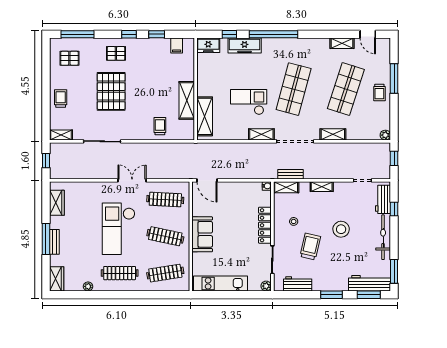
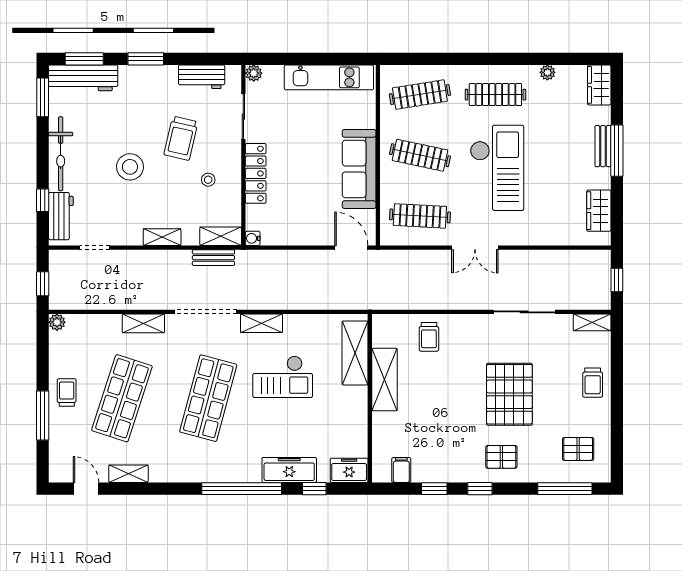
sofa: (202, 234) -> (359, 169), width x1.36

